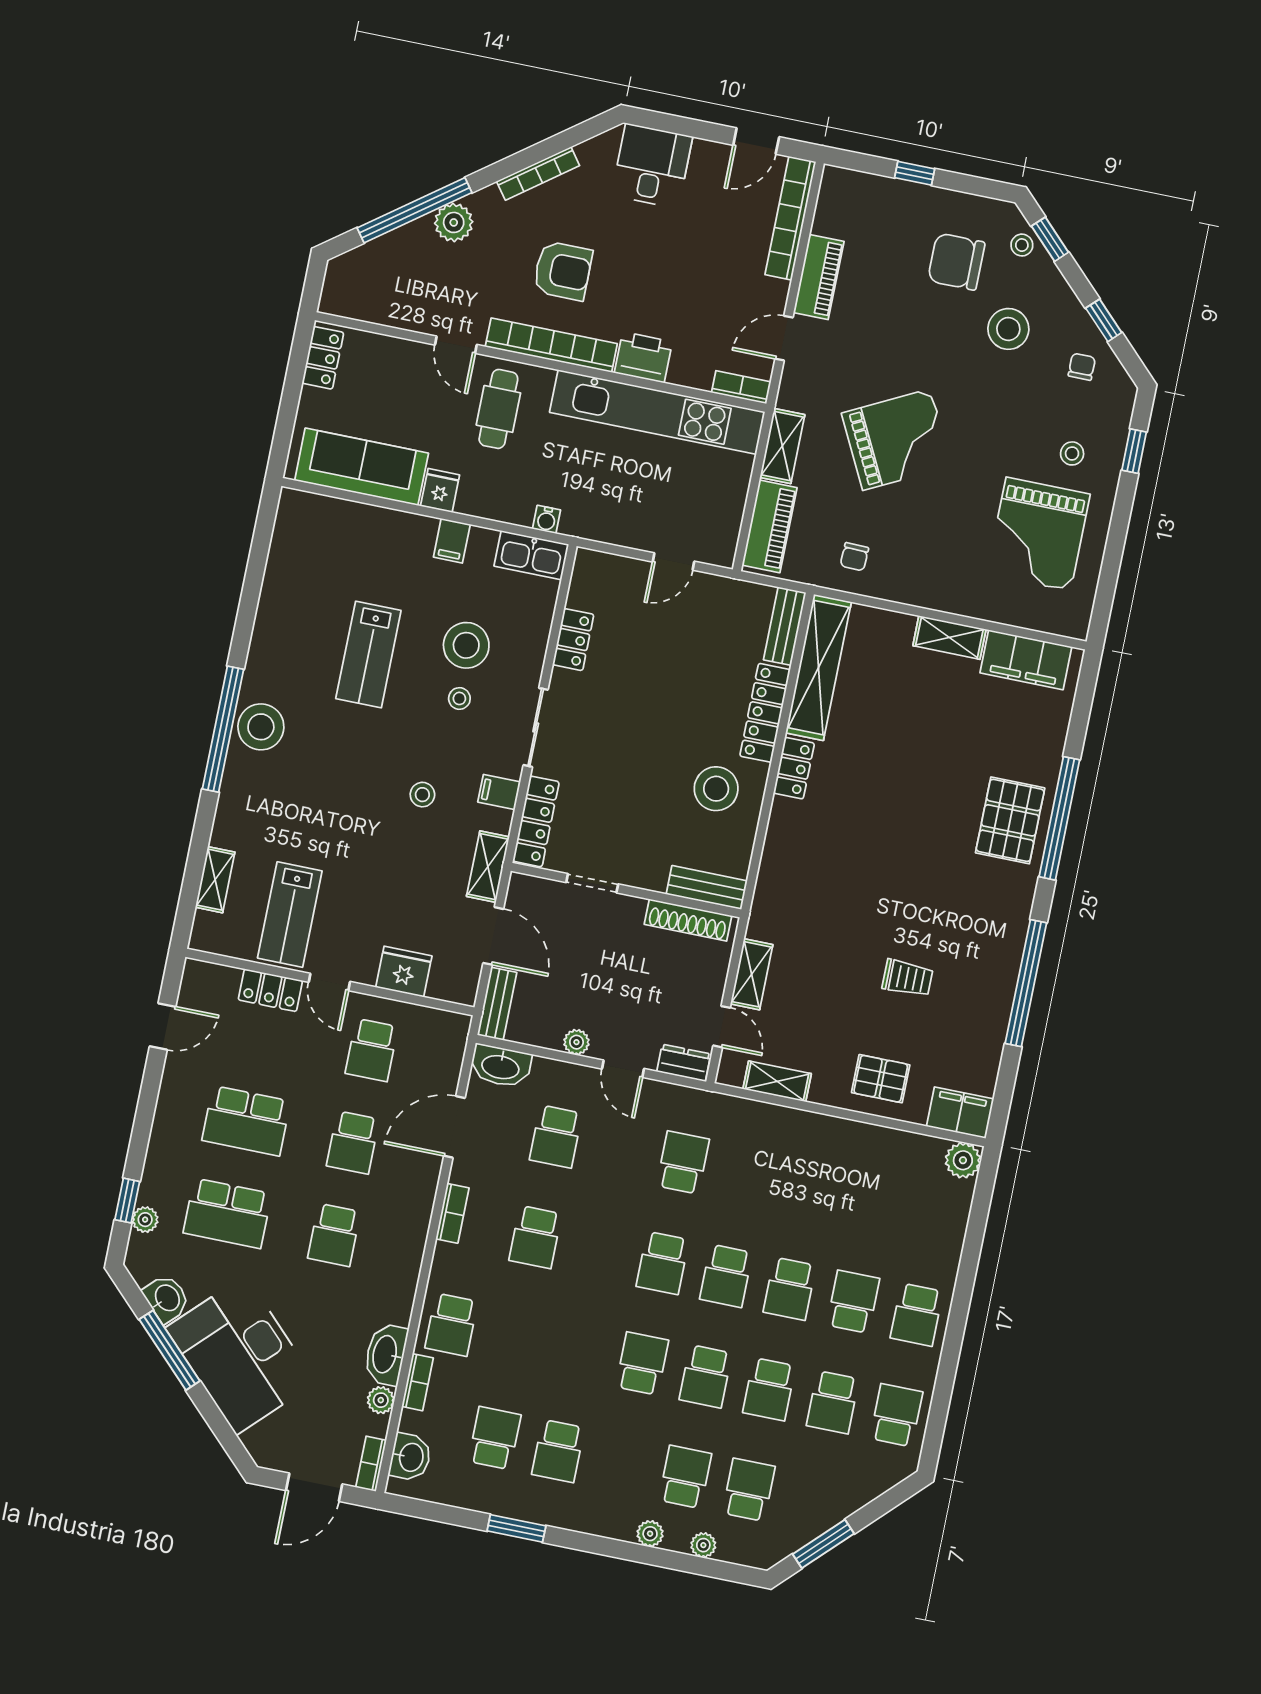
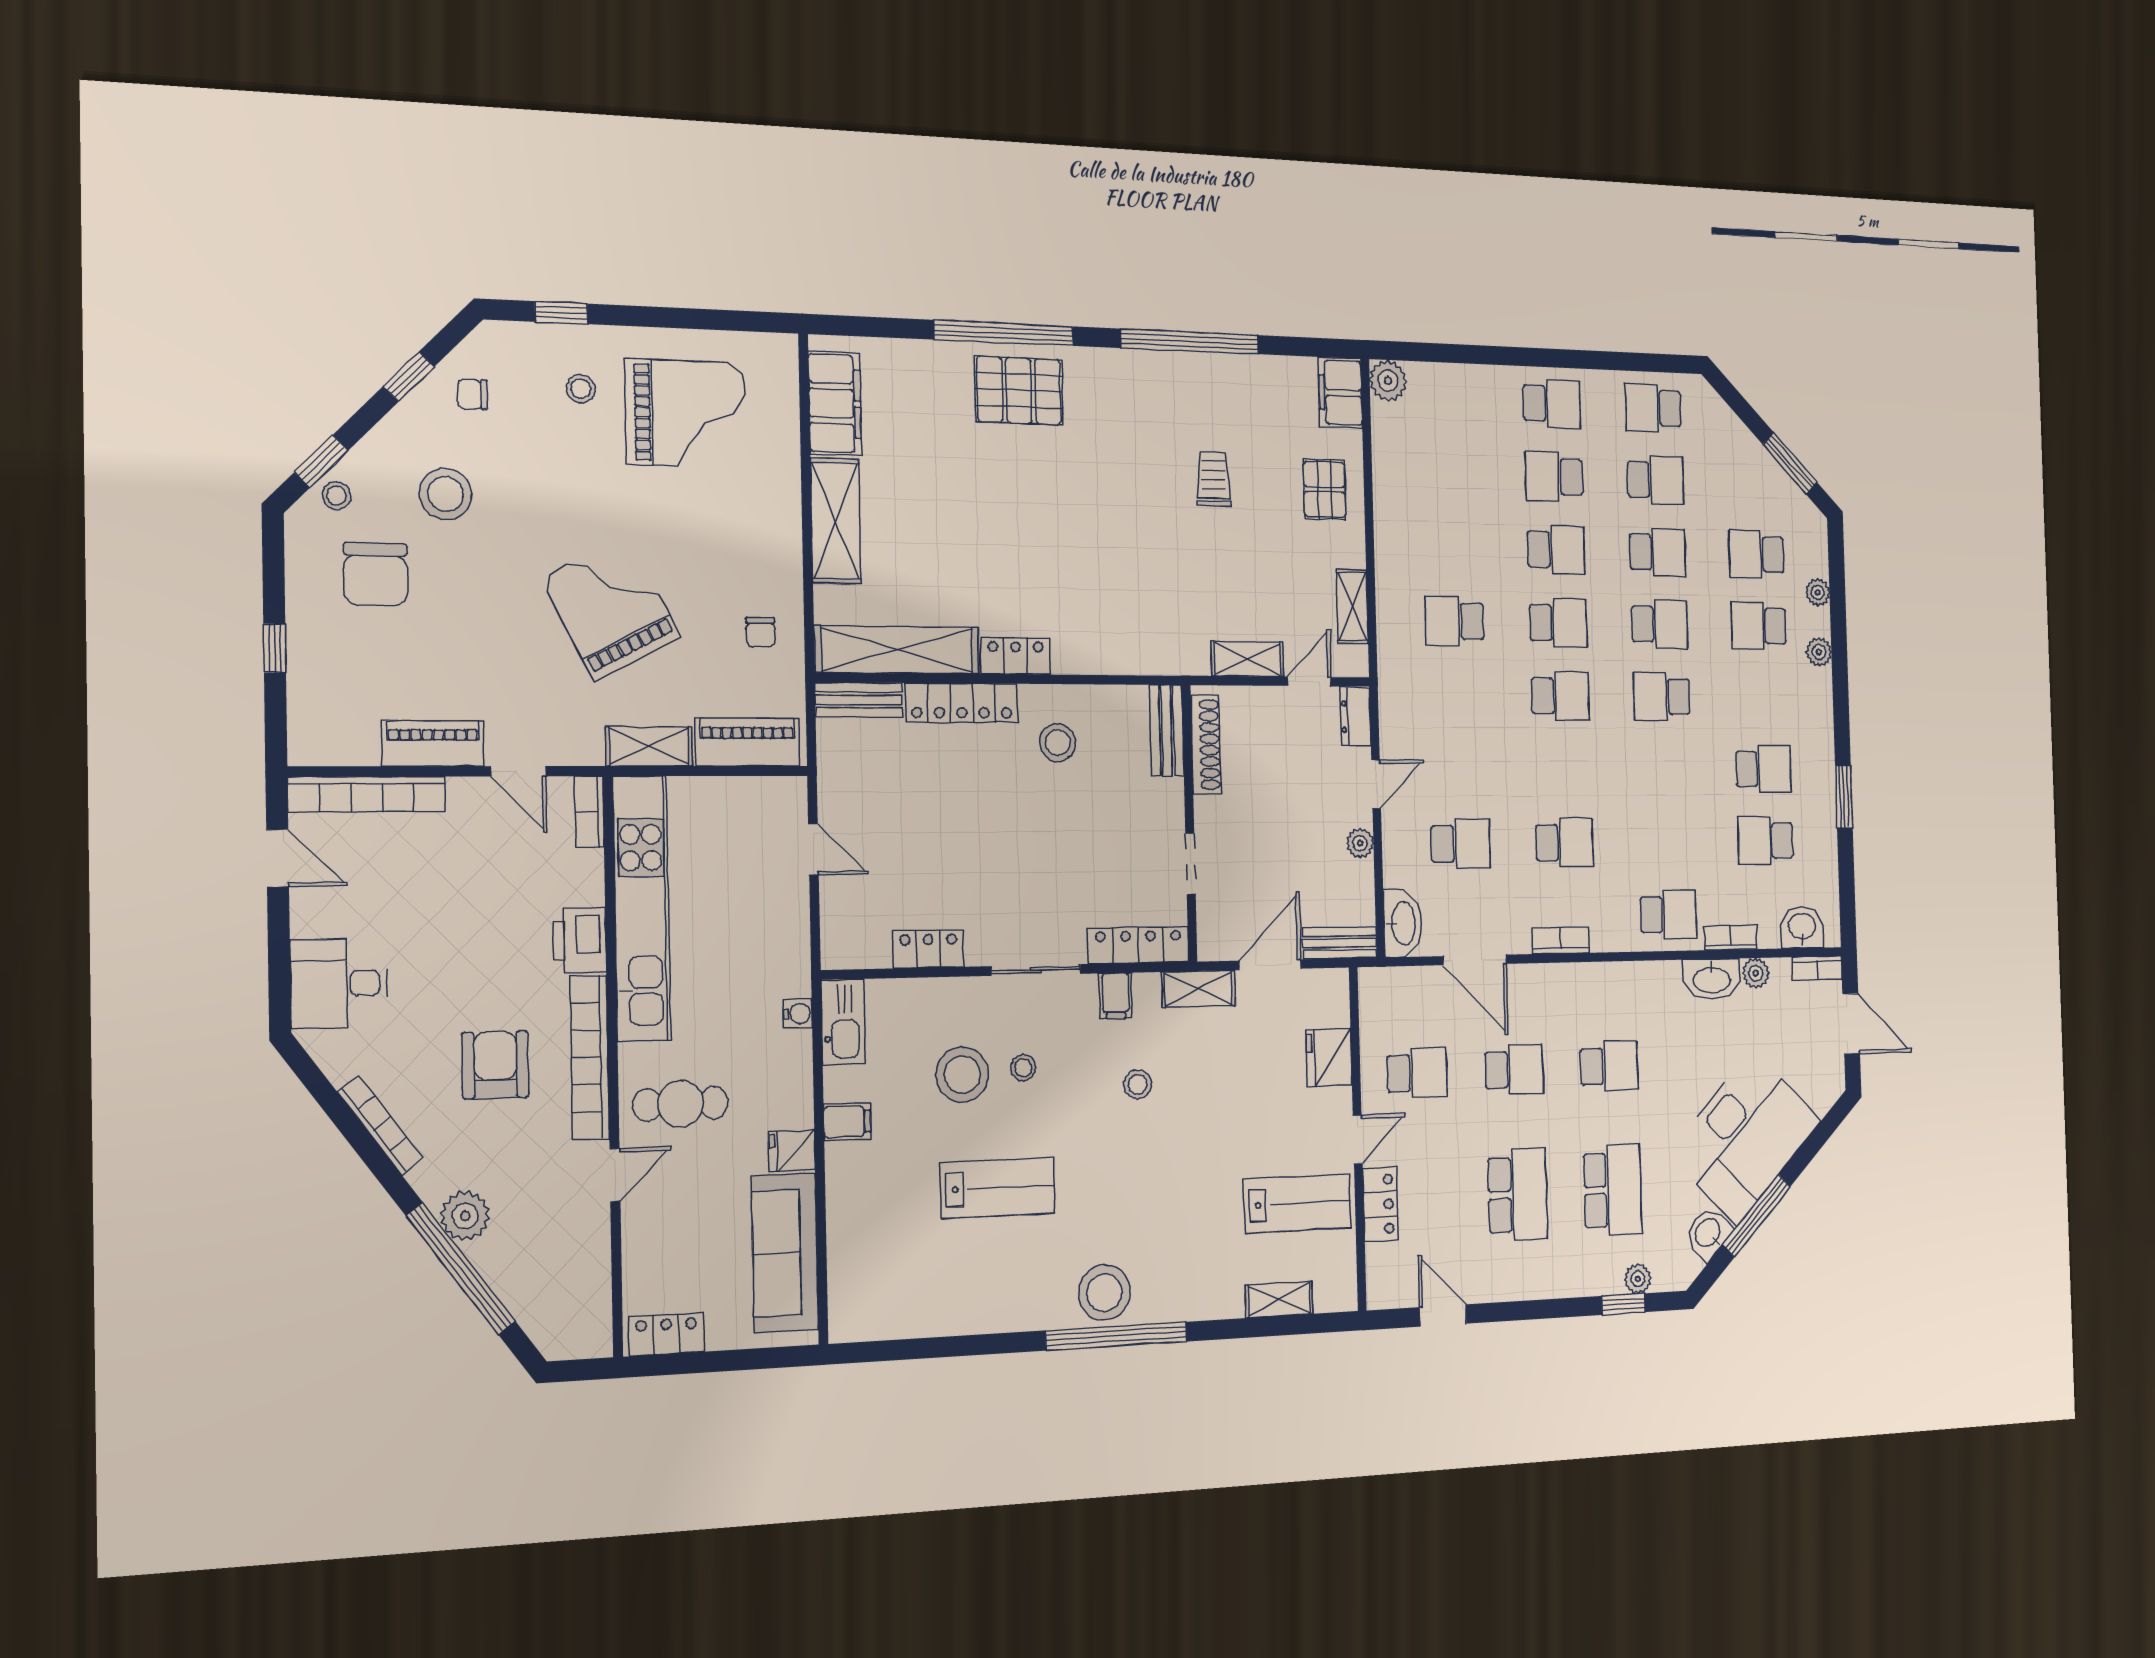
chair: (854, 557) -> (761, 632), turned 88
shelving: (949, 637) -> (836, 521), width x1.50, depth x1.33
stool: (716, 789) -> (1058, 743), width x0.73, depth x0.73
school desk: (683, 1162) -> (1454, 621), moved

